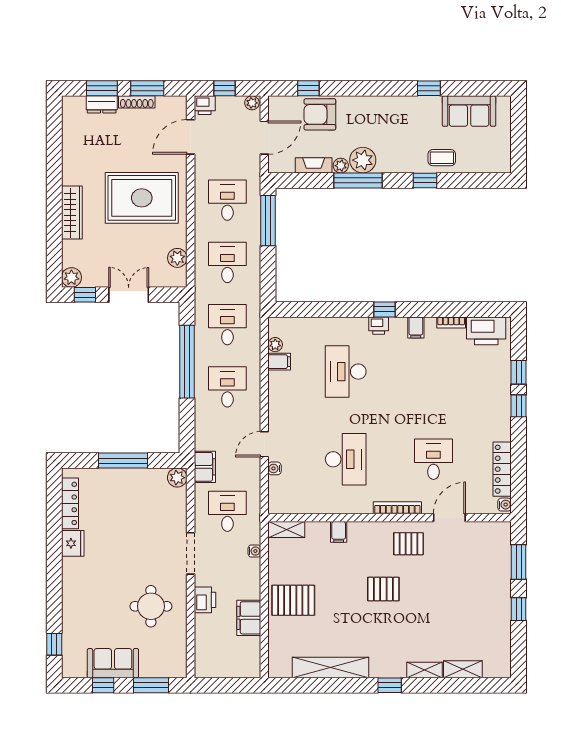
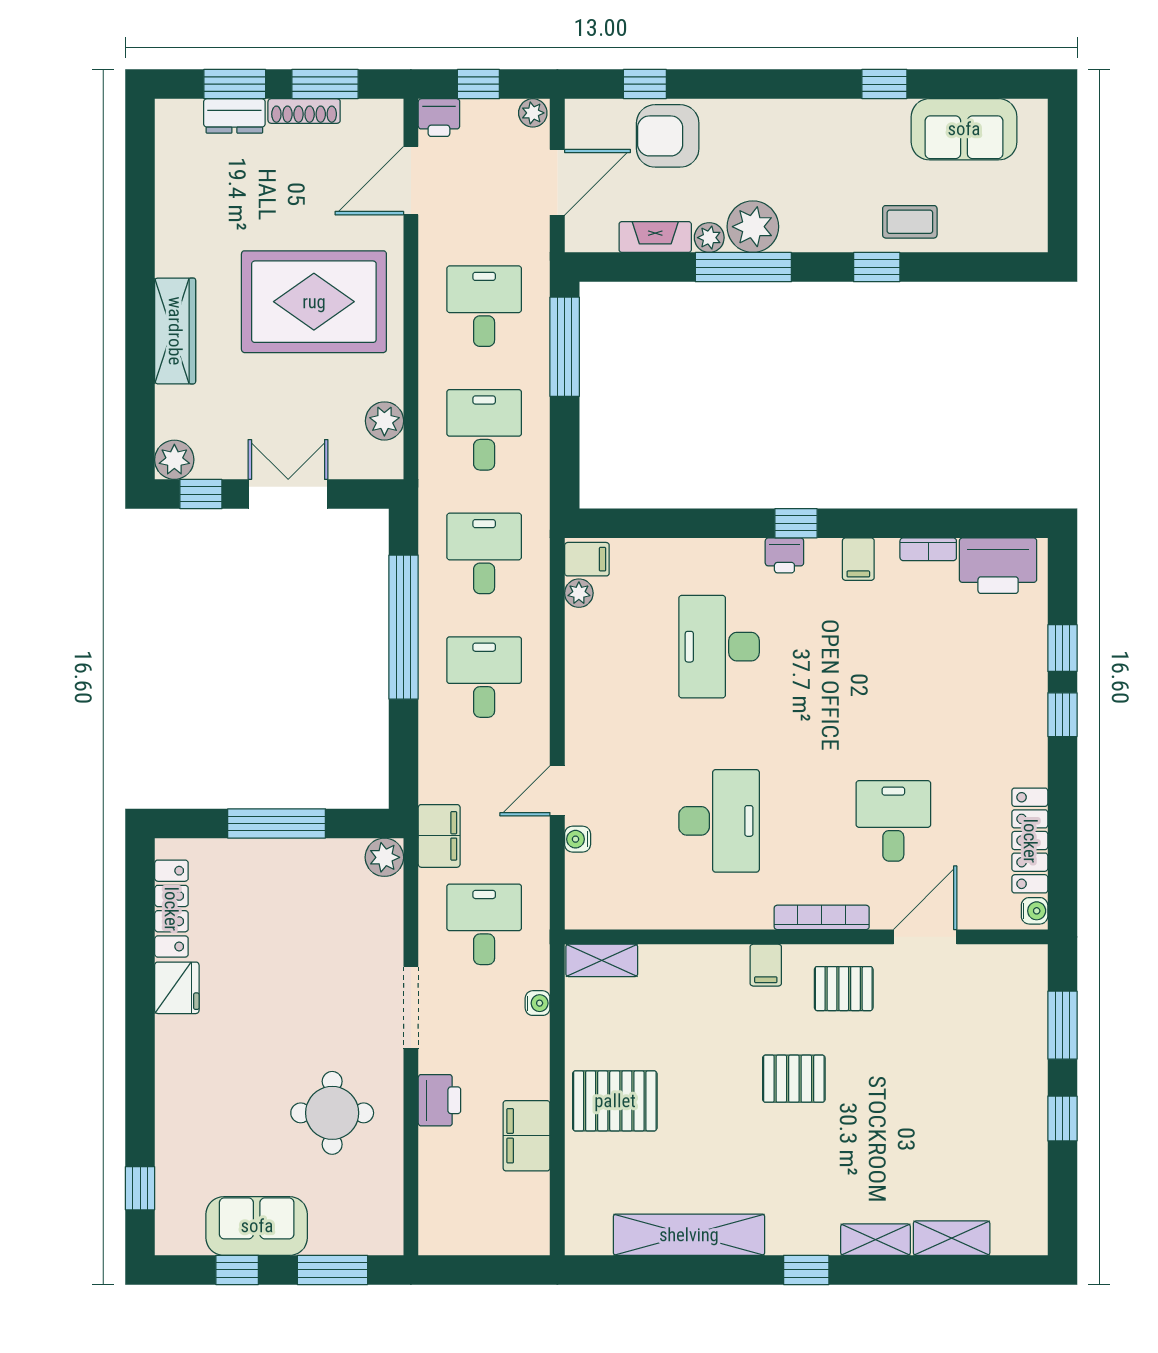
filing cabinet: (279, 362) -> (587, 559), moved
filing cabinet: (339, 532) -> (766, 965), moved

